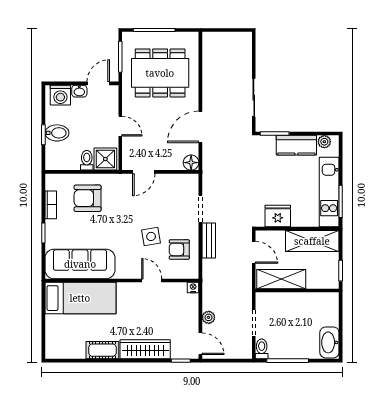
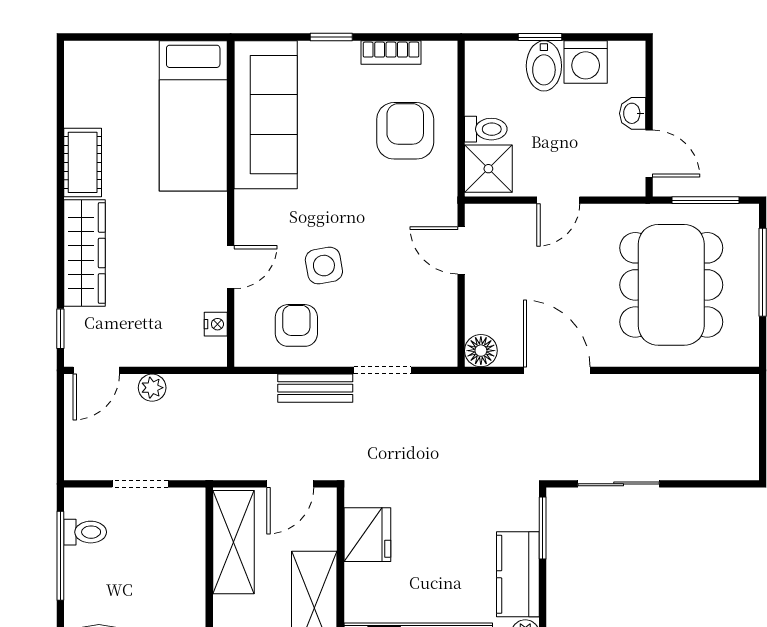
washing machine: (60, 95) -> (586, 62), moved, turned -90
nightstand: (193, 287) -> (216, 324), moved
toilet: (262, 349) -> (85, 532), moved

